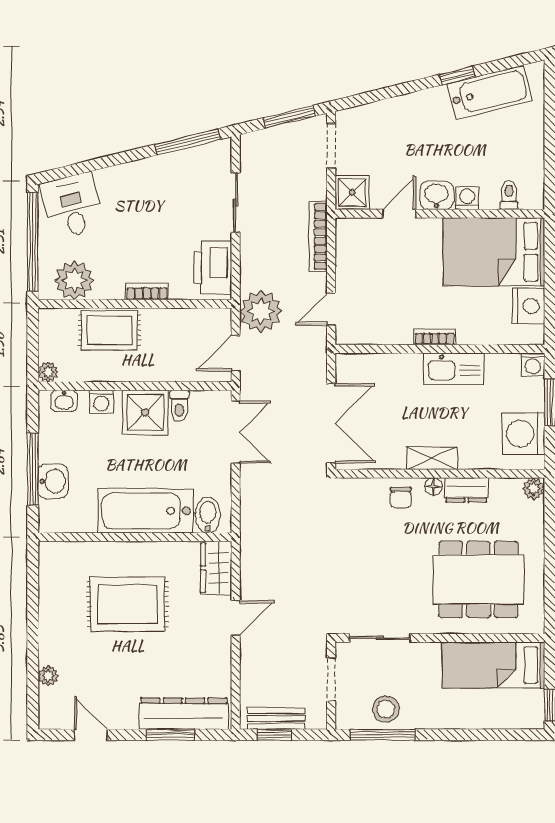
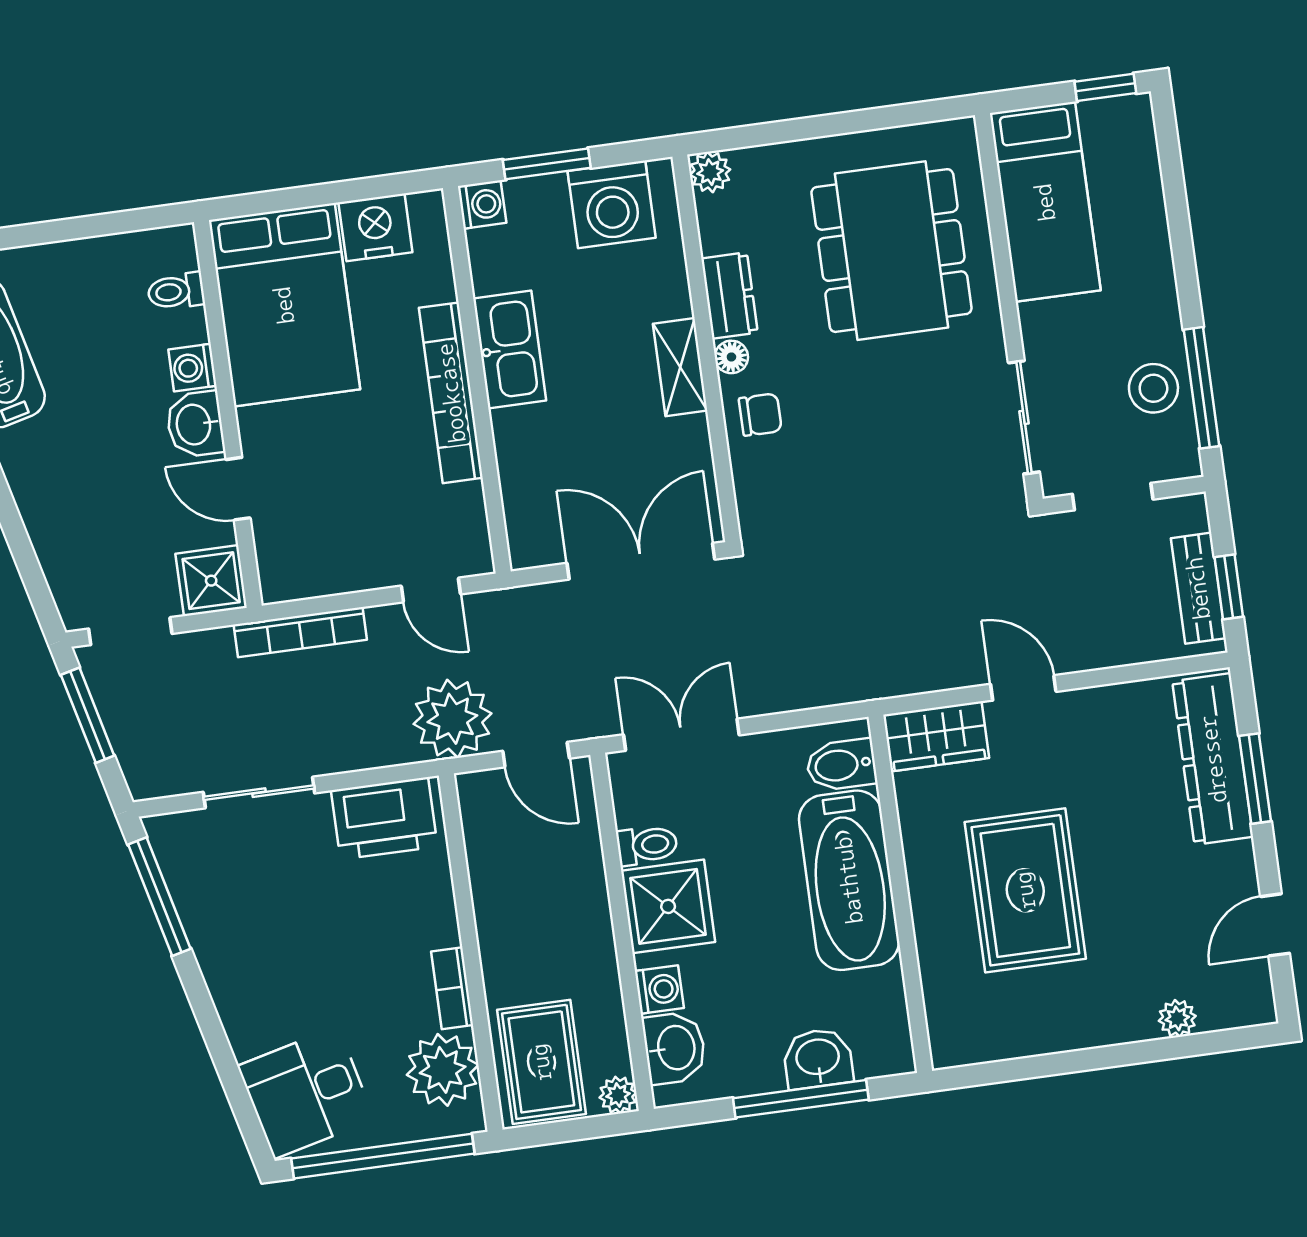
bookcase: (147, 291) -> (452, 988), moved
rug: (109, 330) -> (541, 1062), moved
bookcase: (435, 337) -> (451, 393), width x2.31, depth x1.31
washbasin: (64, 401) -> (675, 1048), width x1.38, depth x1.45

